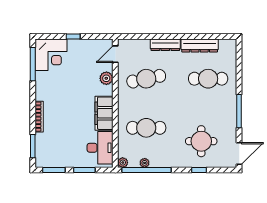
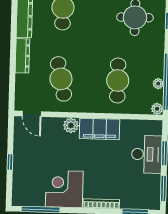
corner desk: (51, 55) -> (64, 189), moved, turned -90
plant: (106, 78) -> (71, 125), moved
desk: (100, 148) -> (147, 154), moved, turned 90

